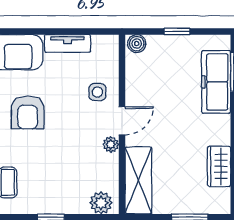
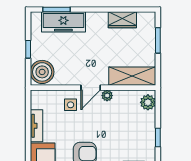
boiler: (137, 44) -> (42, 72), width x1.86, depth x1.86
door: (122, 121) -> (91, 88), swing flipped

